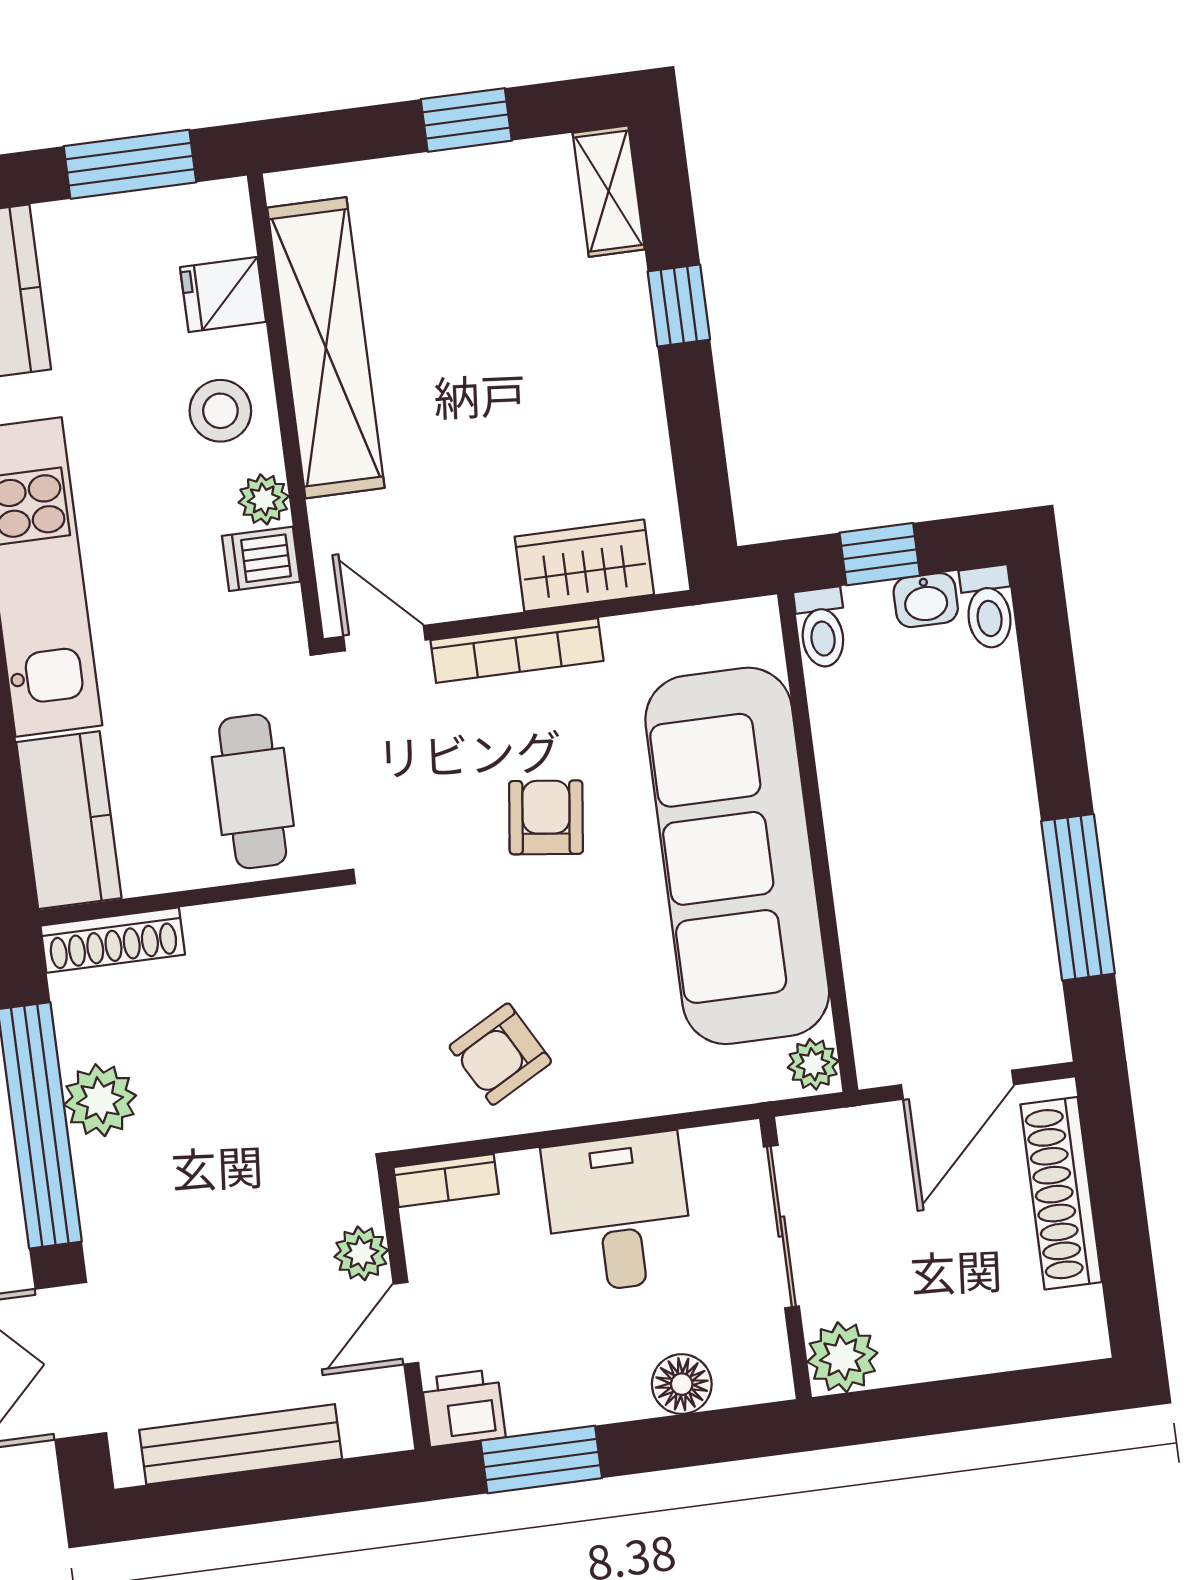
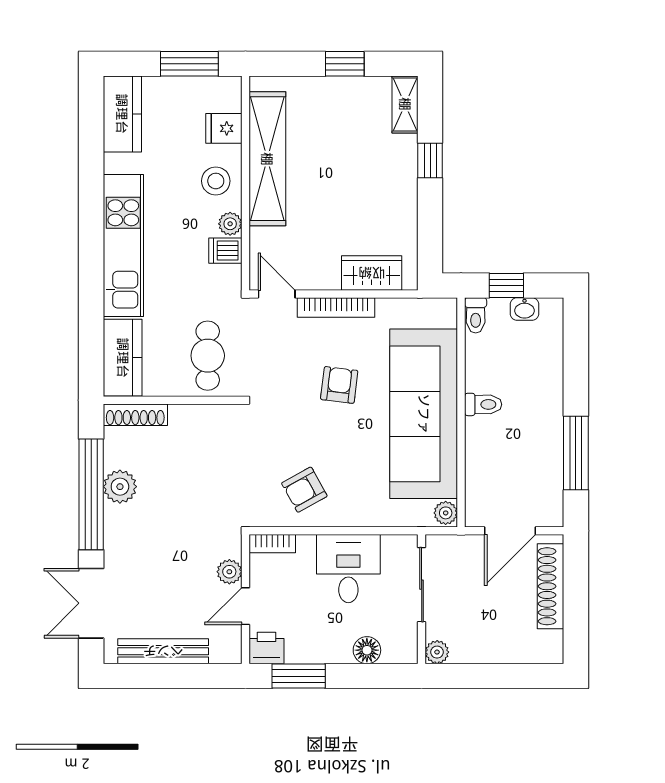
toilet: (988, 607) -> (483, 404), moved, turned -90
plant: (842, 1357) -> (437, 652), width x0.73, depth x0.73

